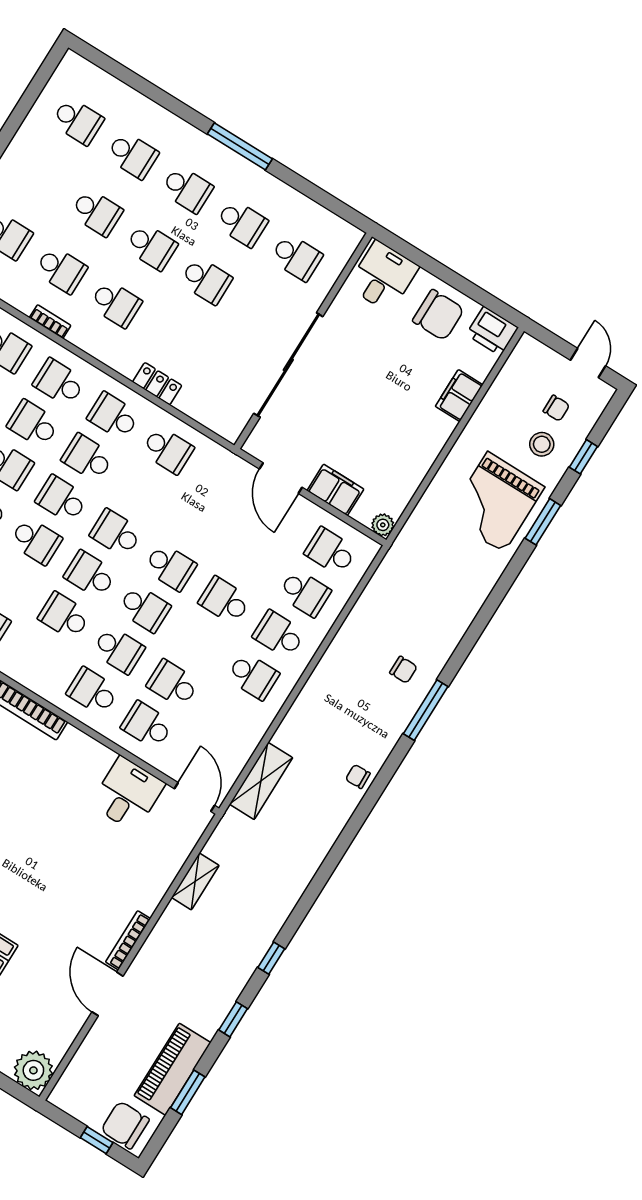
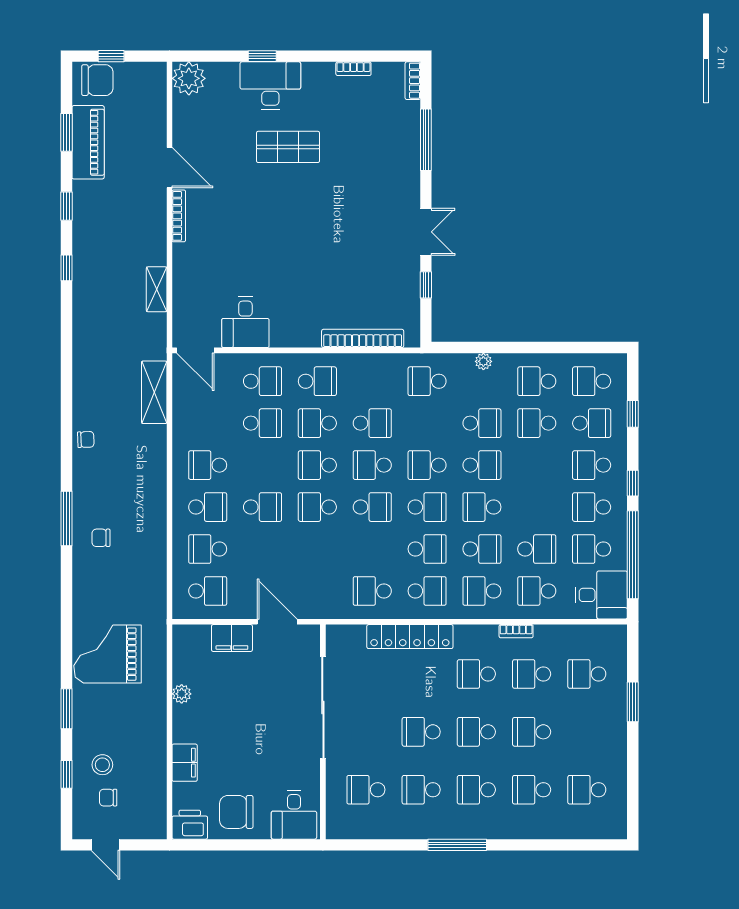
school desk: (59, 382) -> (482, 591), turned 180
locker: (157, 384) -> (410, 637), width x2.16, depth x1.21
grand piano: (496, 502) -> (108, 654), moved, turned -90
plant: (383, 525) -> (182, 694), moved
school desk: (90, 575) -> (372, 465), turned 180

